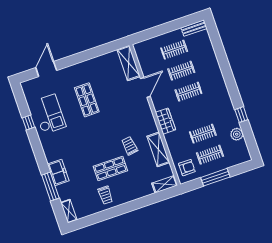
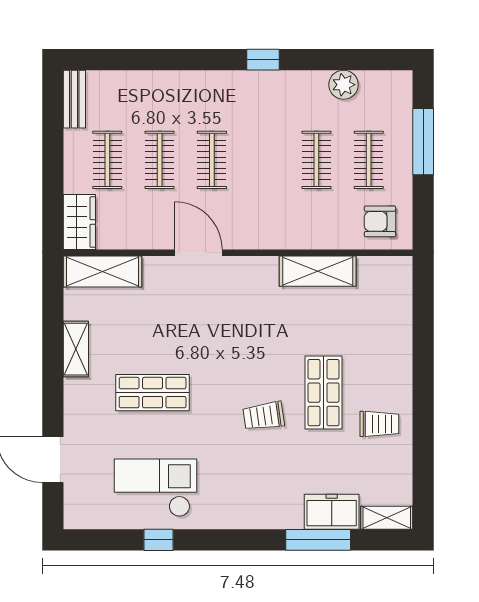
door: (145, 87) -> (198, 253), moved
window: (241, 115) -> (263, 60), moved
wardrobe: (165, 121) -> (79, 222), moved, turned 90
trolley: (130, 146) -> (264, 416), moved
armchair: (187, 168) -> (380, 221), turned -90
freezer: (58, 172) -> (332, 512), moved
window: (215, 177) -> (423, 142), moved
shelving: (165, 184) -> (76, 349), moved

